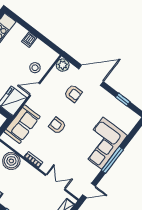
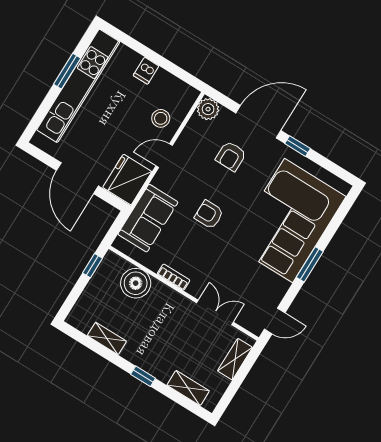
armchair: (73, 93) -> (231, 156), turned 90
window: (123, 100) -> (298, 146), moved
corner sofa: (102, 143) -> (289, 221), width x1.36, depth x1.36
window: (112, 160) -> (310, 264), width x0.69

